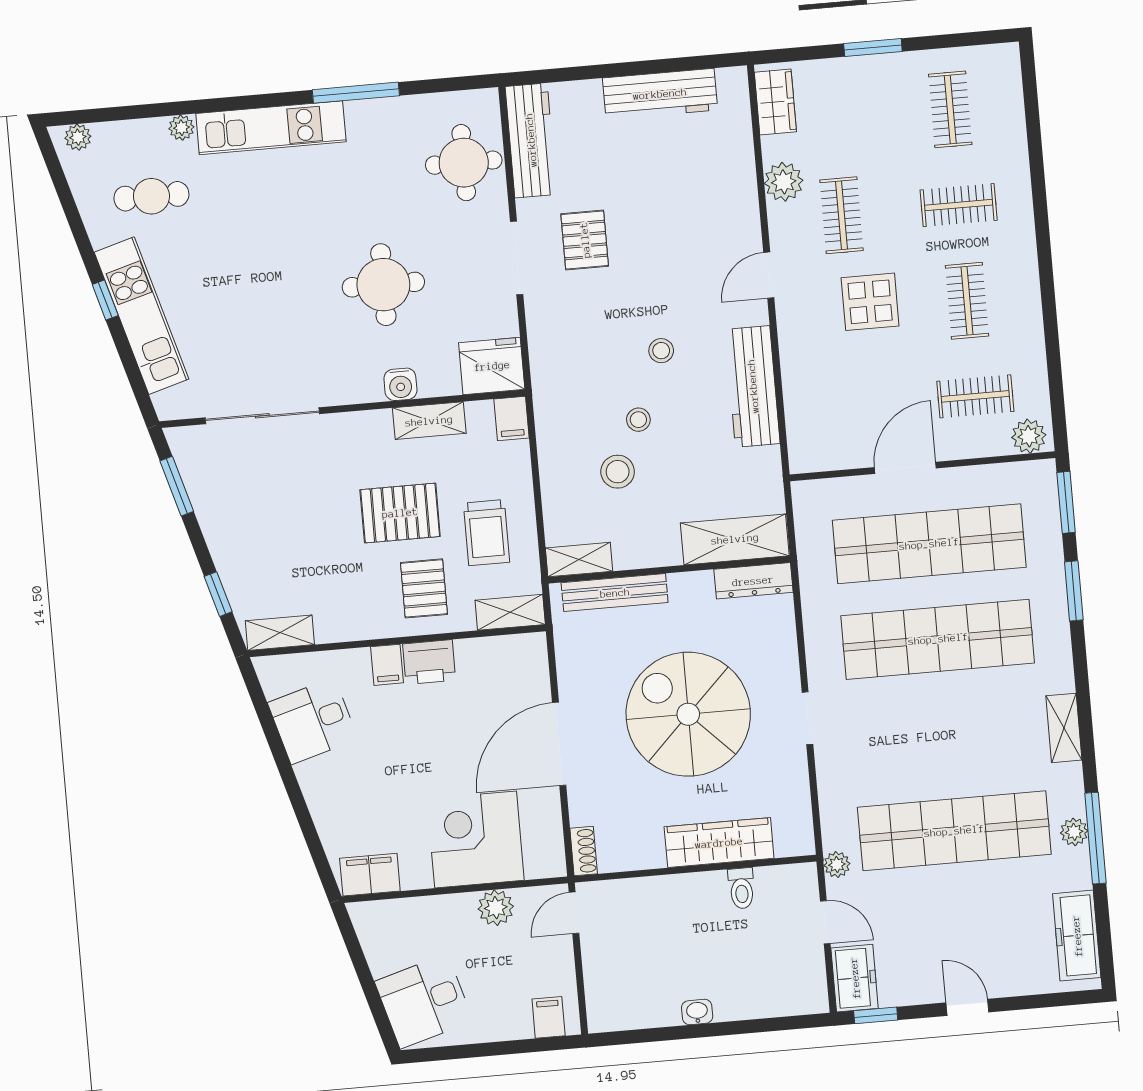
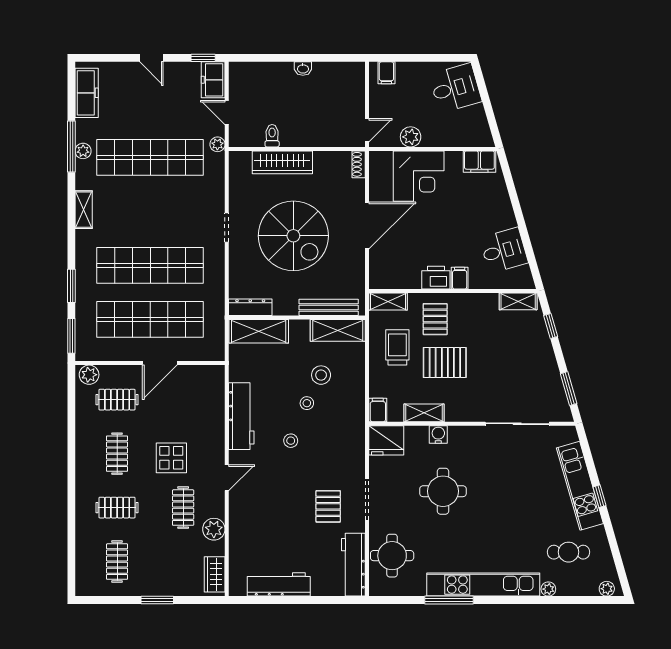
kitchen unit: (271, 128) -> (483, 585), width x1.36
shelving: (579, 560) -> (338, 330), width x1.50, depth x1.33

